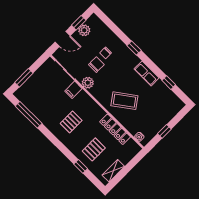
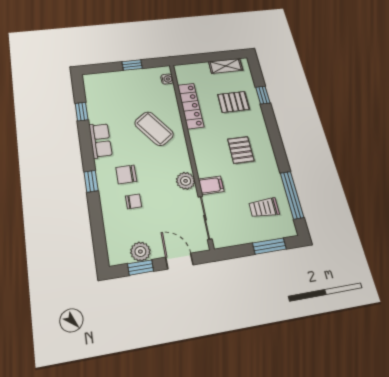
chair: (96, 65) -> (126, 174), moved
trolley: (39, 97) -> (264, 208), added
pallet: (71, 122) -> (241, 150), turned 90

